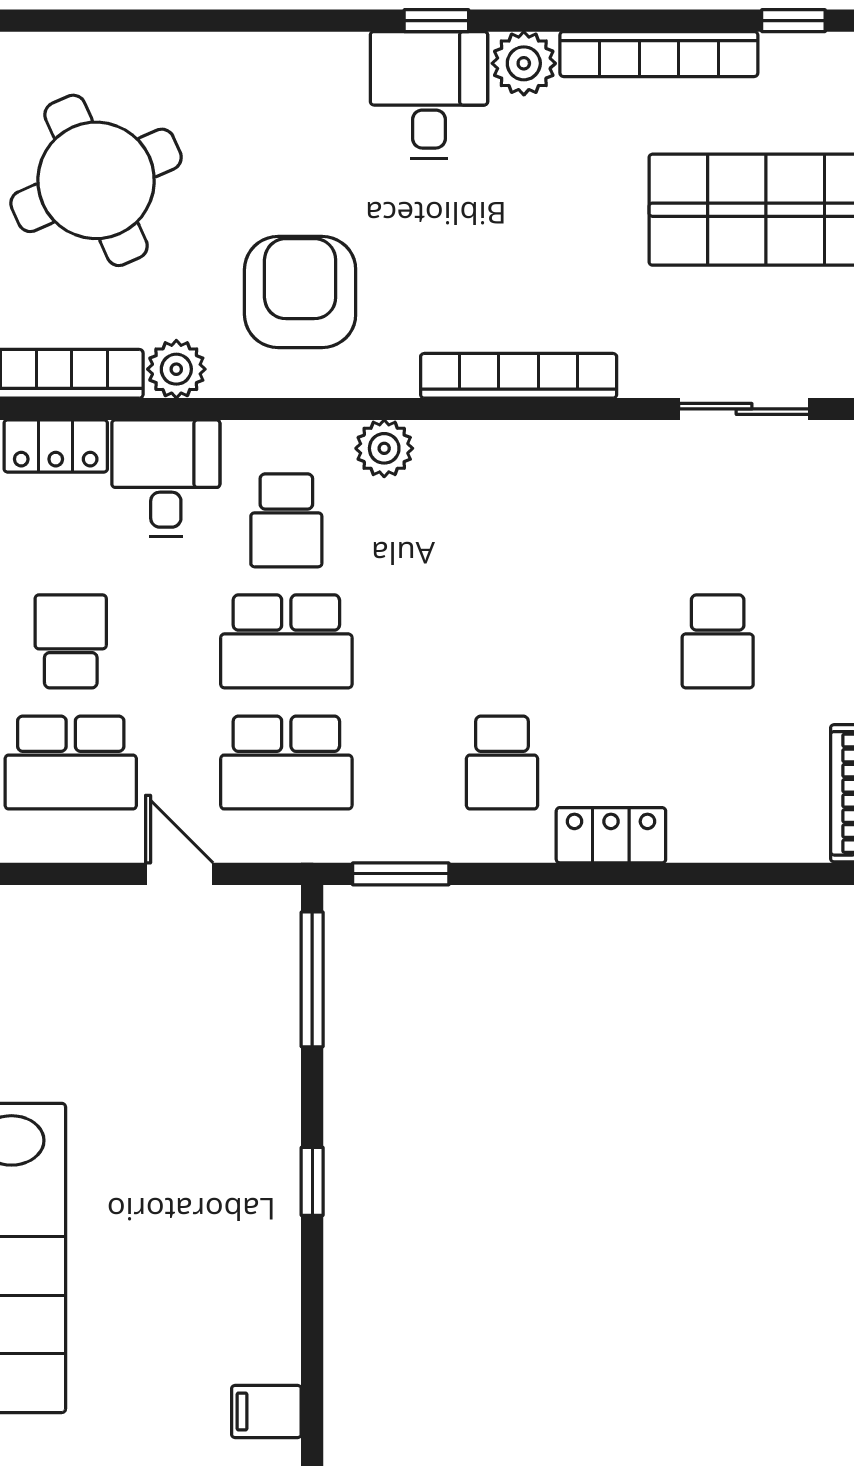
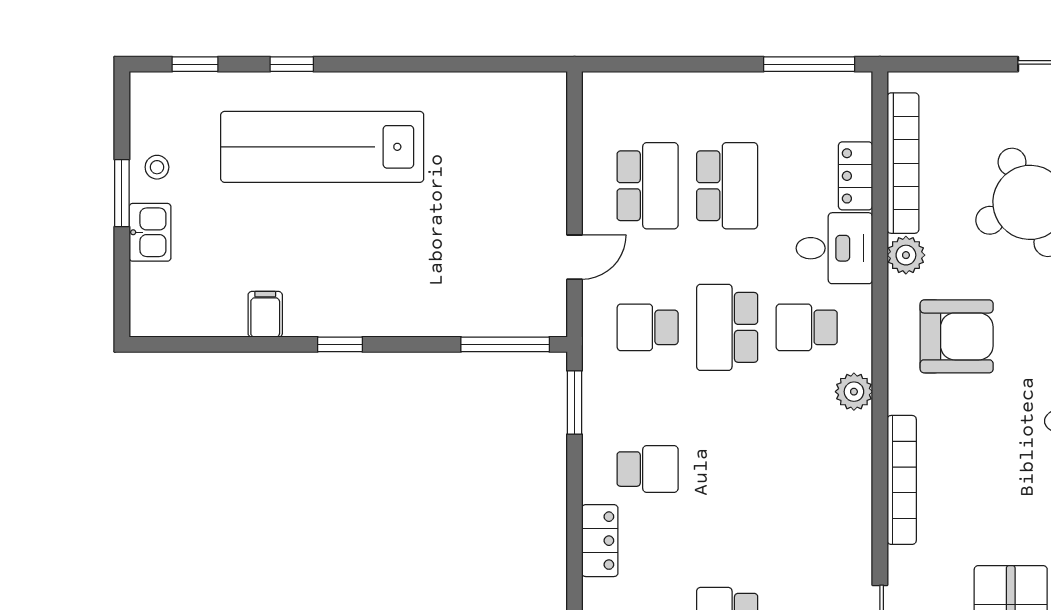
school desk: (71, 641) -> (727, 186), width x1.85
school desk: (71, 762) -> (648, 186), turned 180
school desk: (286, 762) -> (648, 327), width x0.54
school desk: (502, 762) -> (648, 469), turned 180
window: (312, 1181) -> (340, 344), moved
filing cabinet: (266, 1411) -> (265, 314), moved

